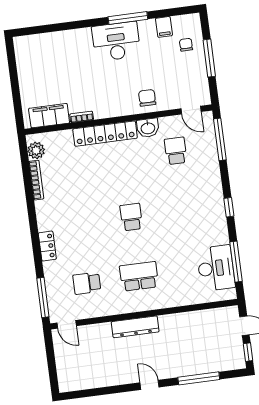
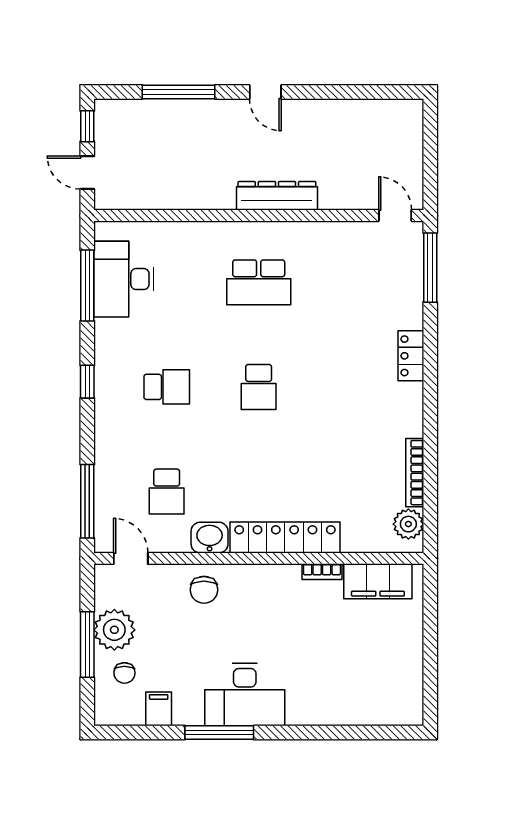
plant: (195, 68) -> (114, 630), added
school desk: (87, 283) -> (167, 387), moved

